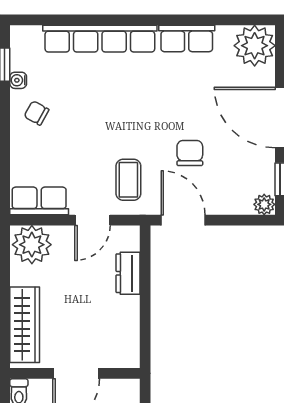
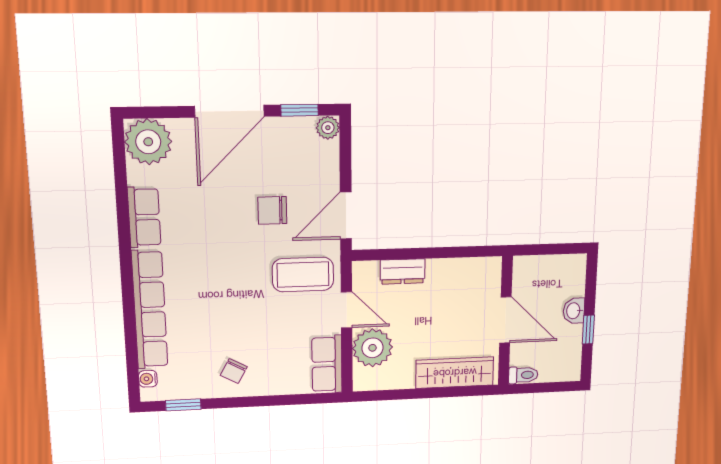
water cooler: (18, 80) -> (148, 379), moved, turned 90
coffee table: (128, 180) -> (303, 275), width x1.36, depth x1.30
plant: (32, 245) -> (372, 348), moved

